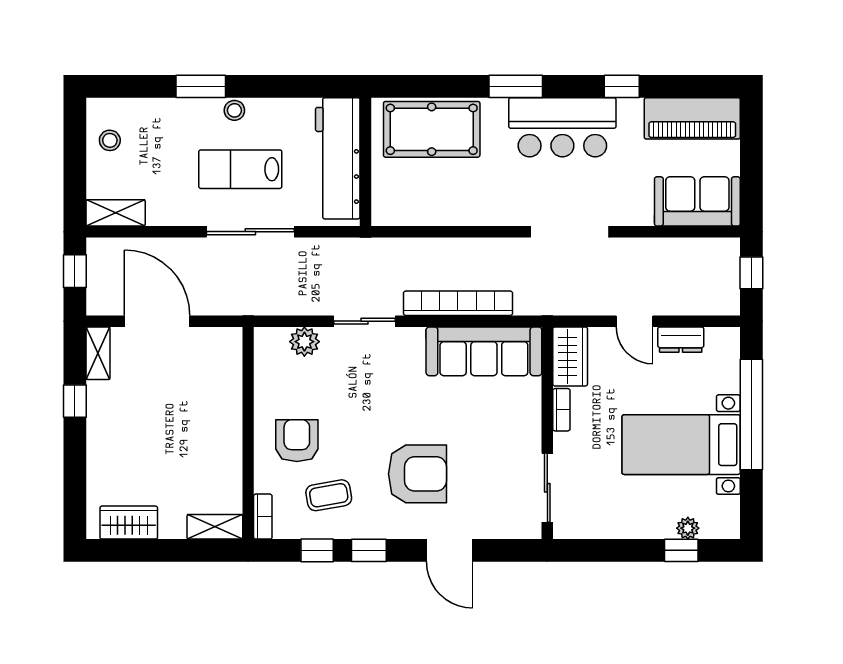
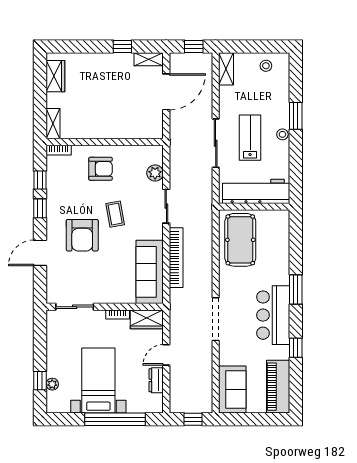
pool table: (432, 129) -> (240, 240), moved
coffee table: (329, 495) -> (115, 214), moved

